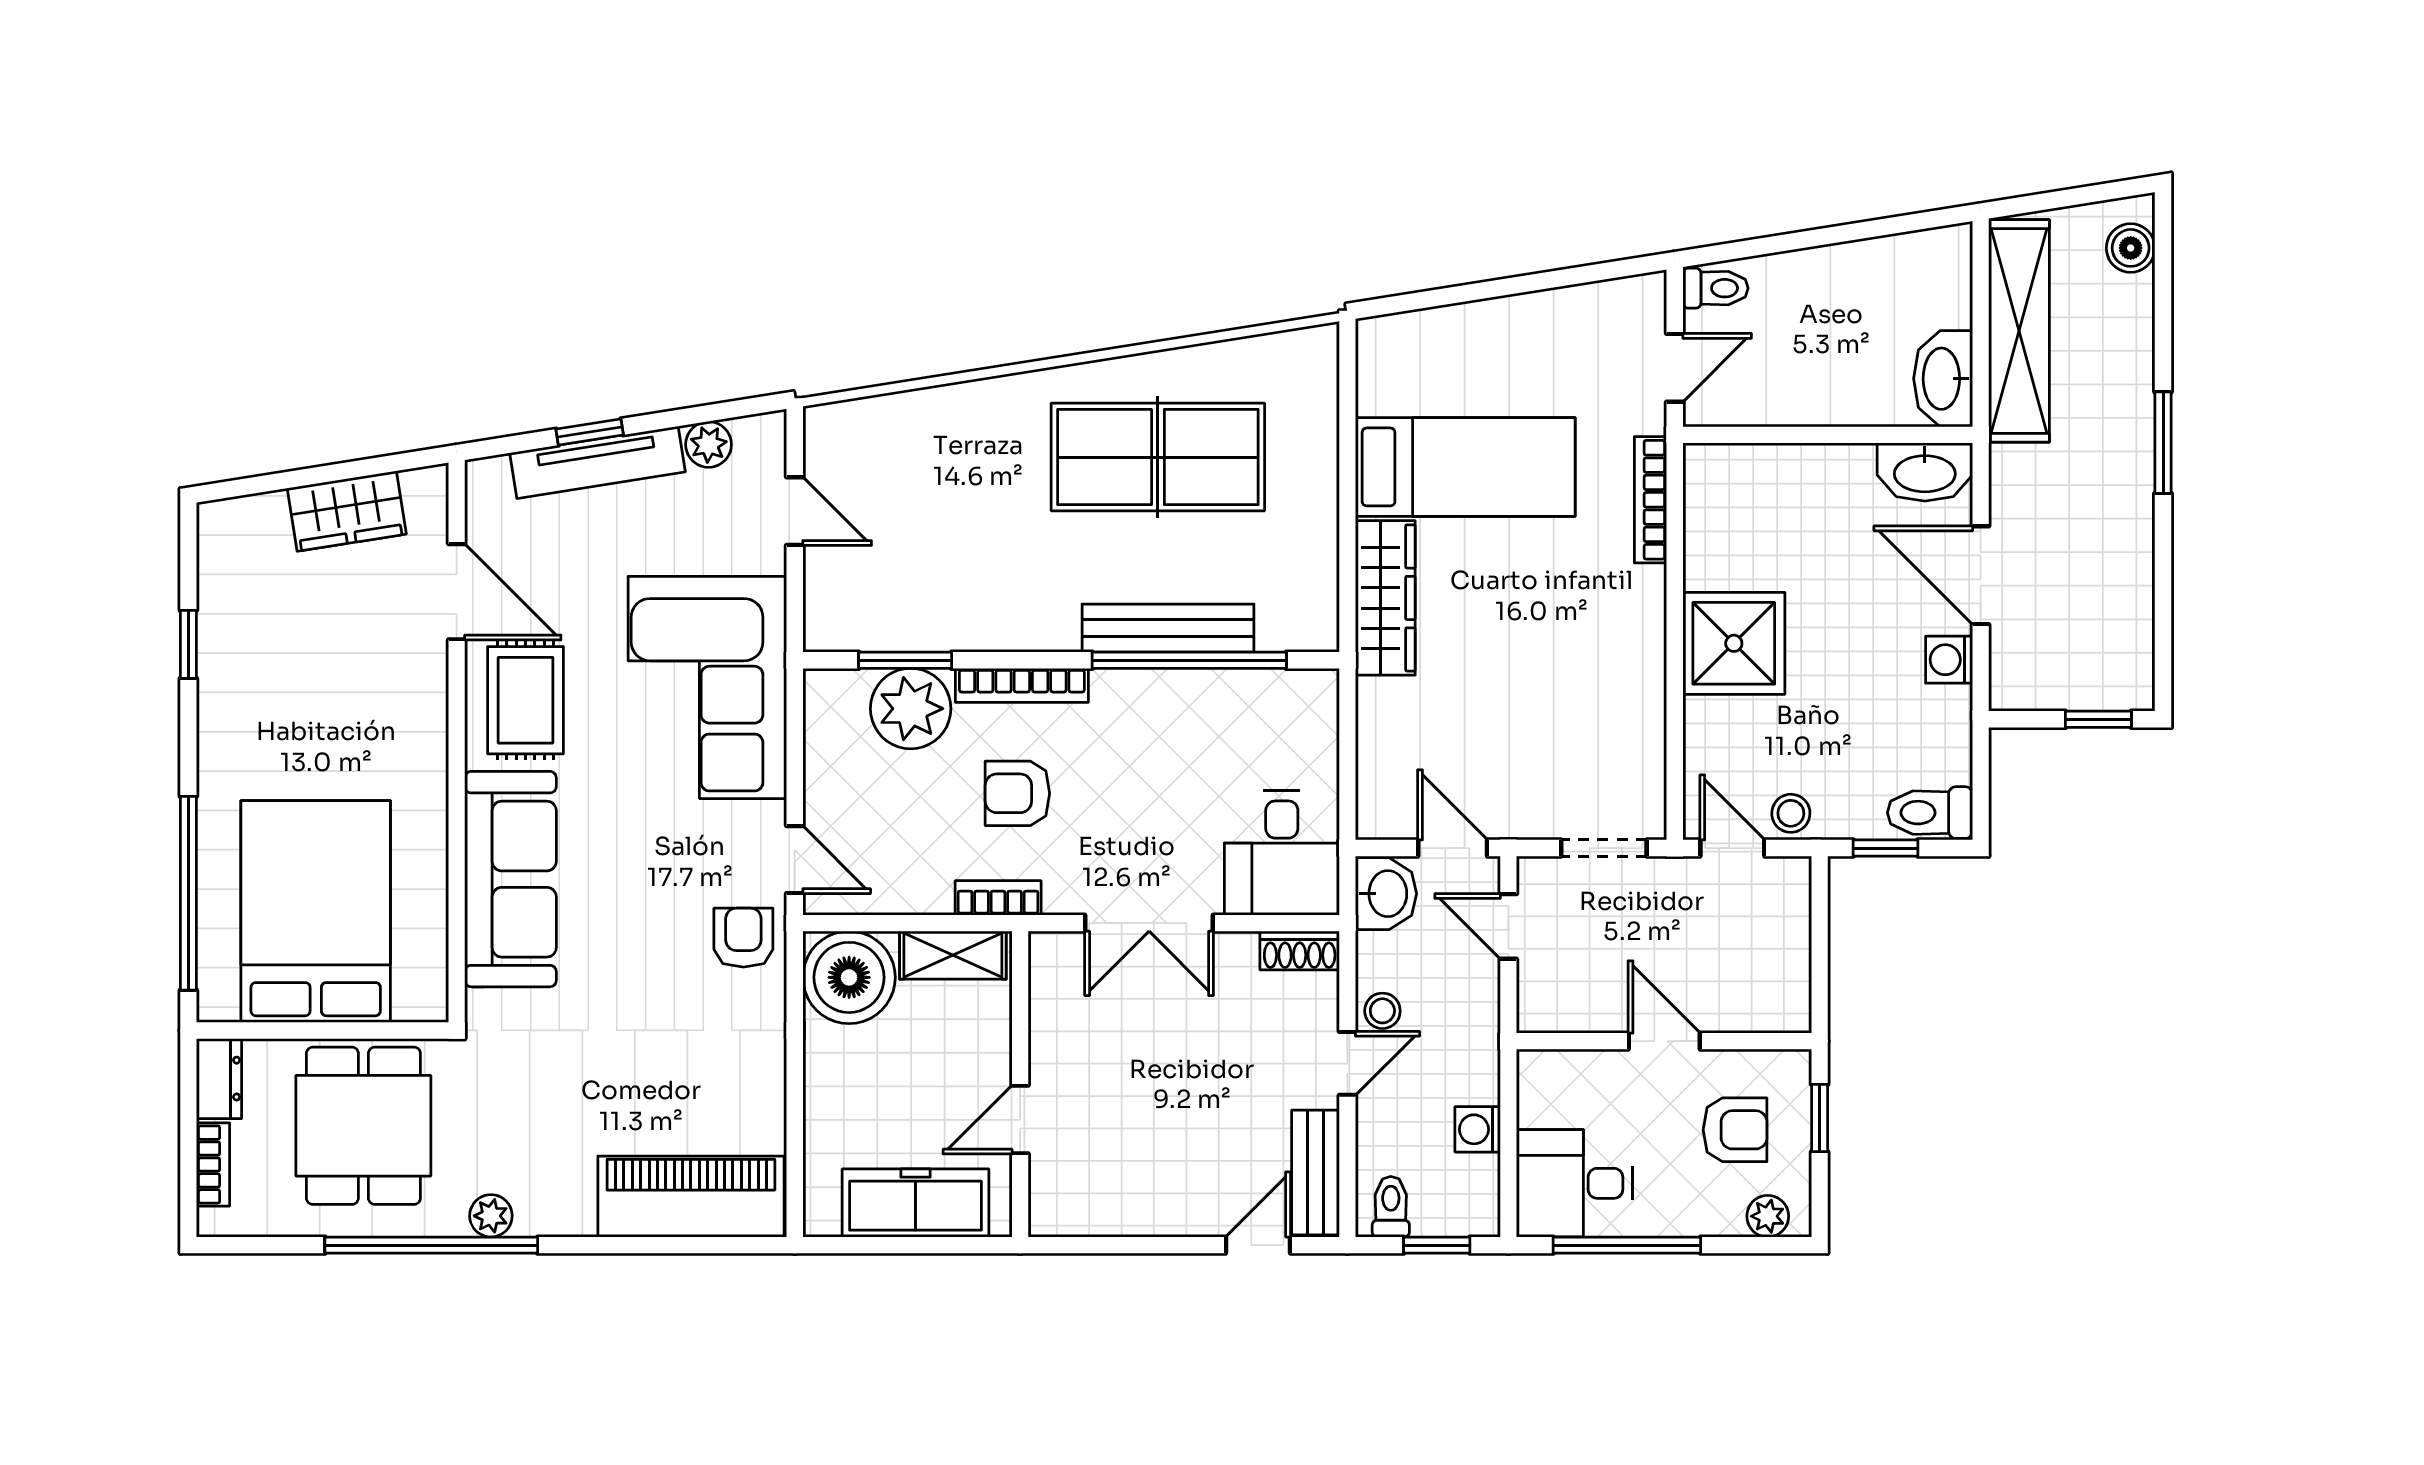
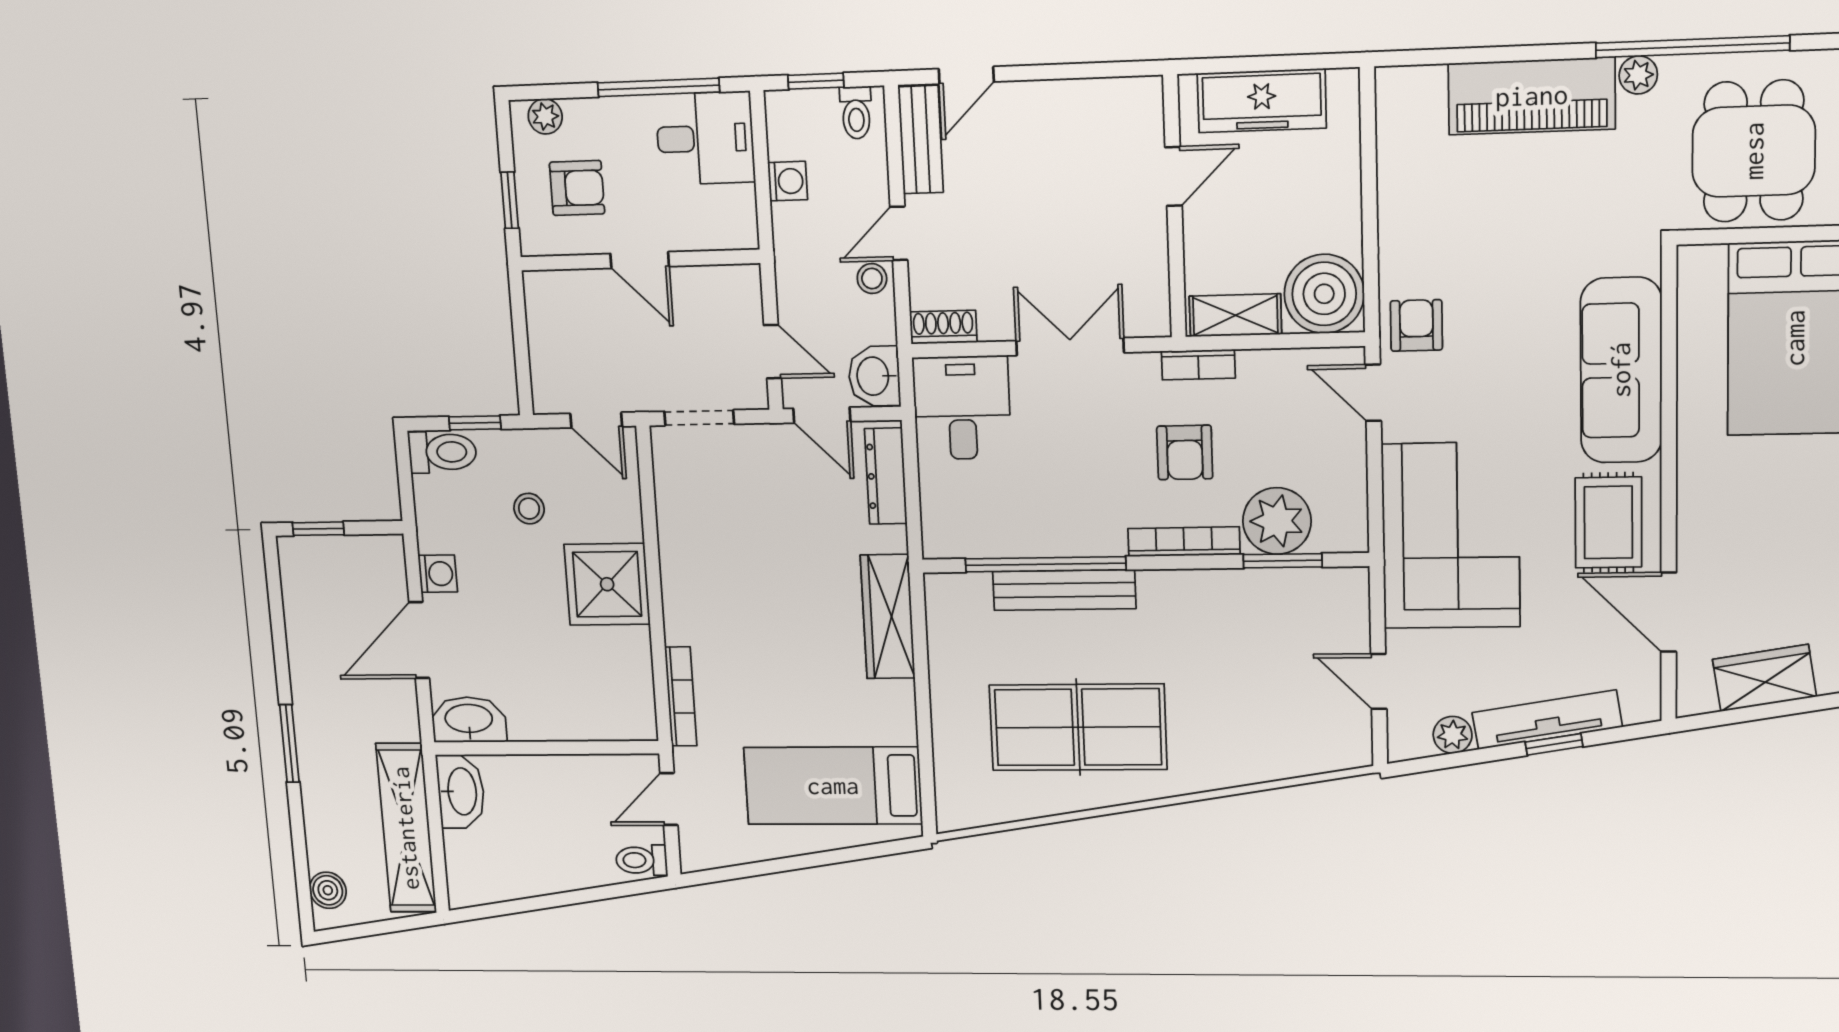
bed: (1465, 467) -> (833, 786), moved
door: (1981, 575) -> (419, 640), swing flipped
dresser: (1378, 772) -> (886, 476), added
armchair: (1017, 793) -> (1185, 452), turned 90
stool: (1791, 813) -> (529, 509), moved
armchair: (743, 938) -> (1416, 325), turned 180
armchair: (1735, 1130) -> (577, 188), turned 180
piano: (691, 1197) -> (1532, 96), moved

